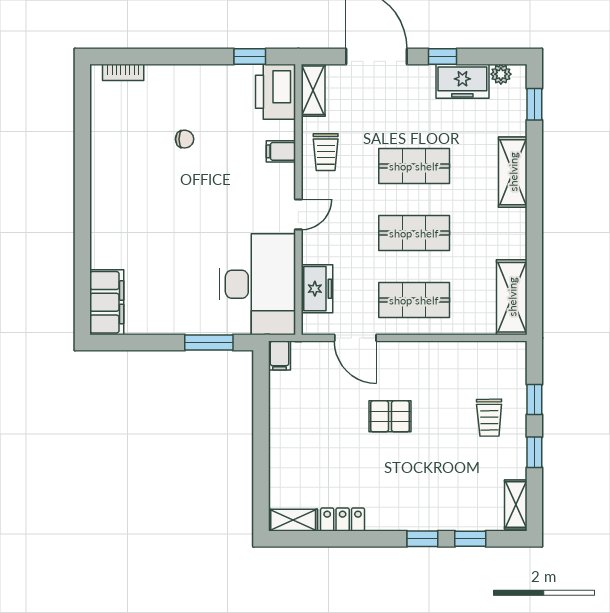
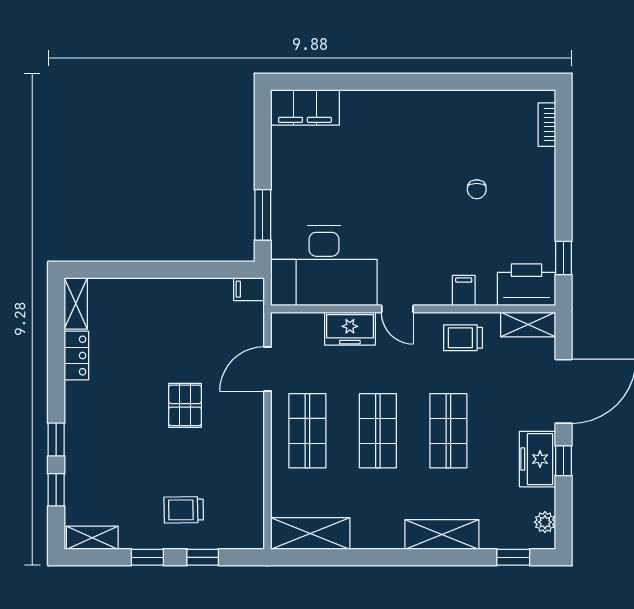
freezer: (462, 81) -> (538, 459), moved
freezer: (317, 289) -> (350, 329), moved

